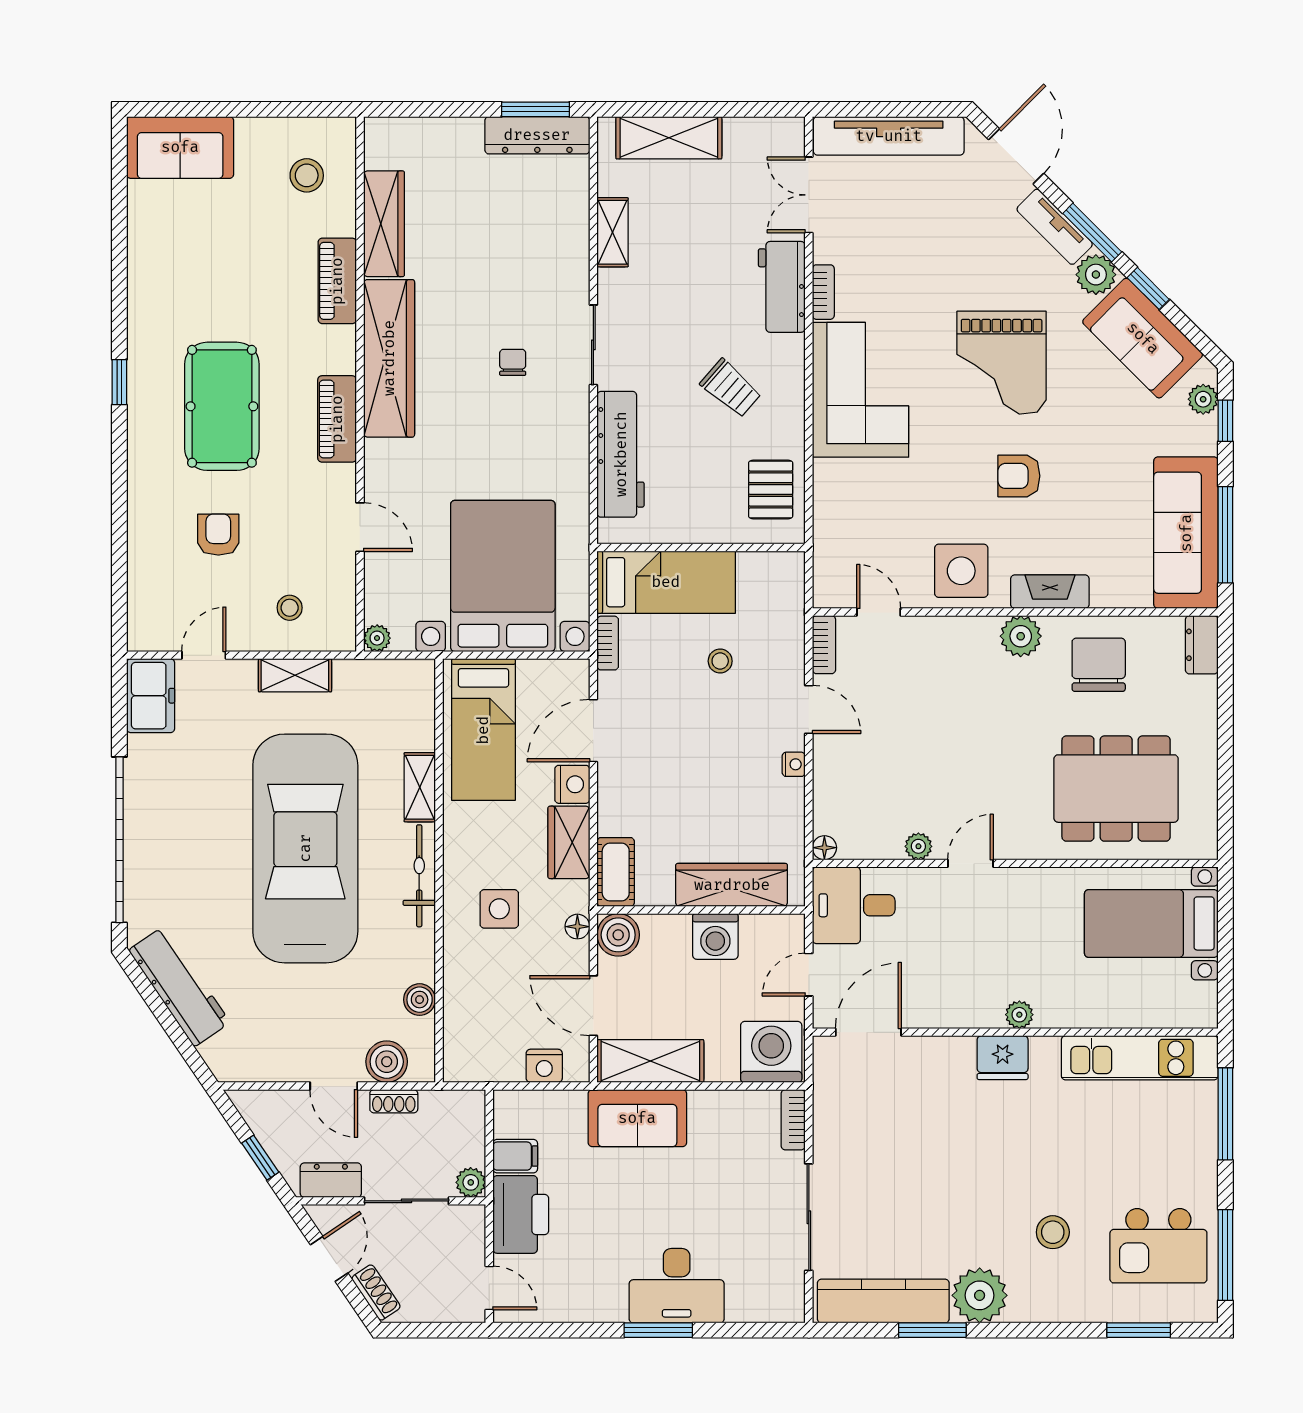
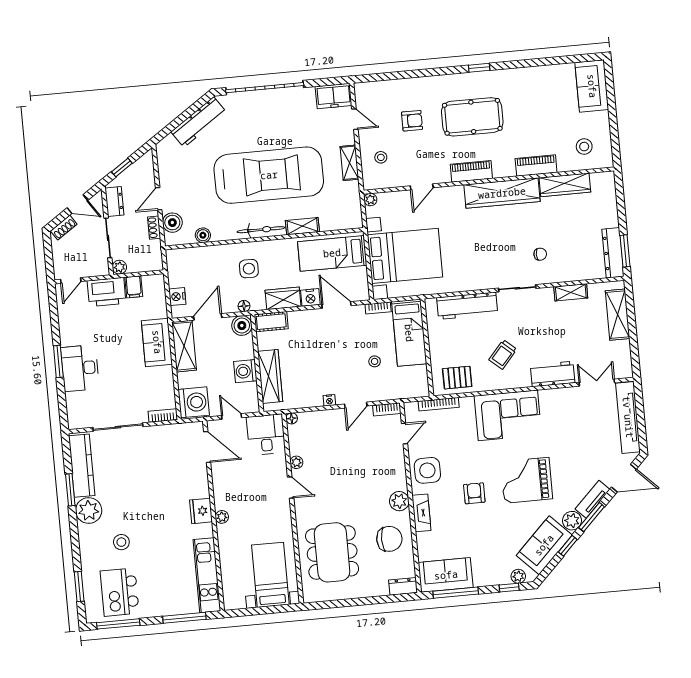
bookcase: (823, 292) -> (439, 404), moved, width x1.56
chair: (513, 362) -> (540, 254), moved
sofa: (1186, 533) -> (446, 575), width x0.73

